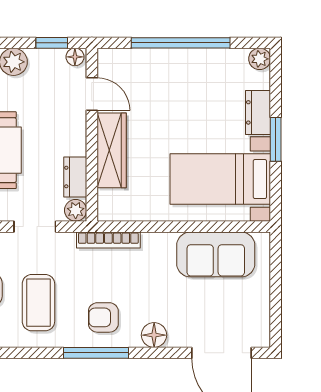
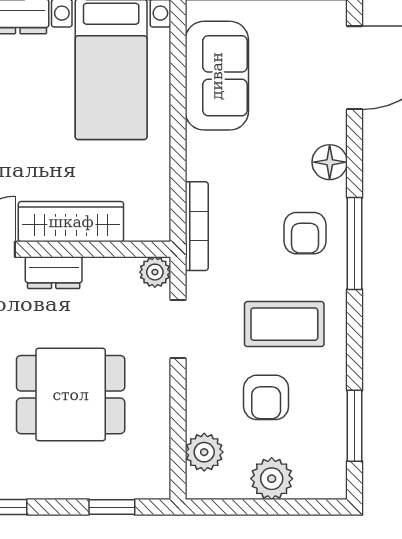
dresser: (75, 177) -> (54, 273), moved

